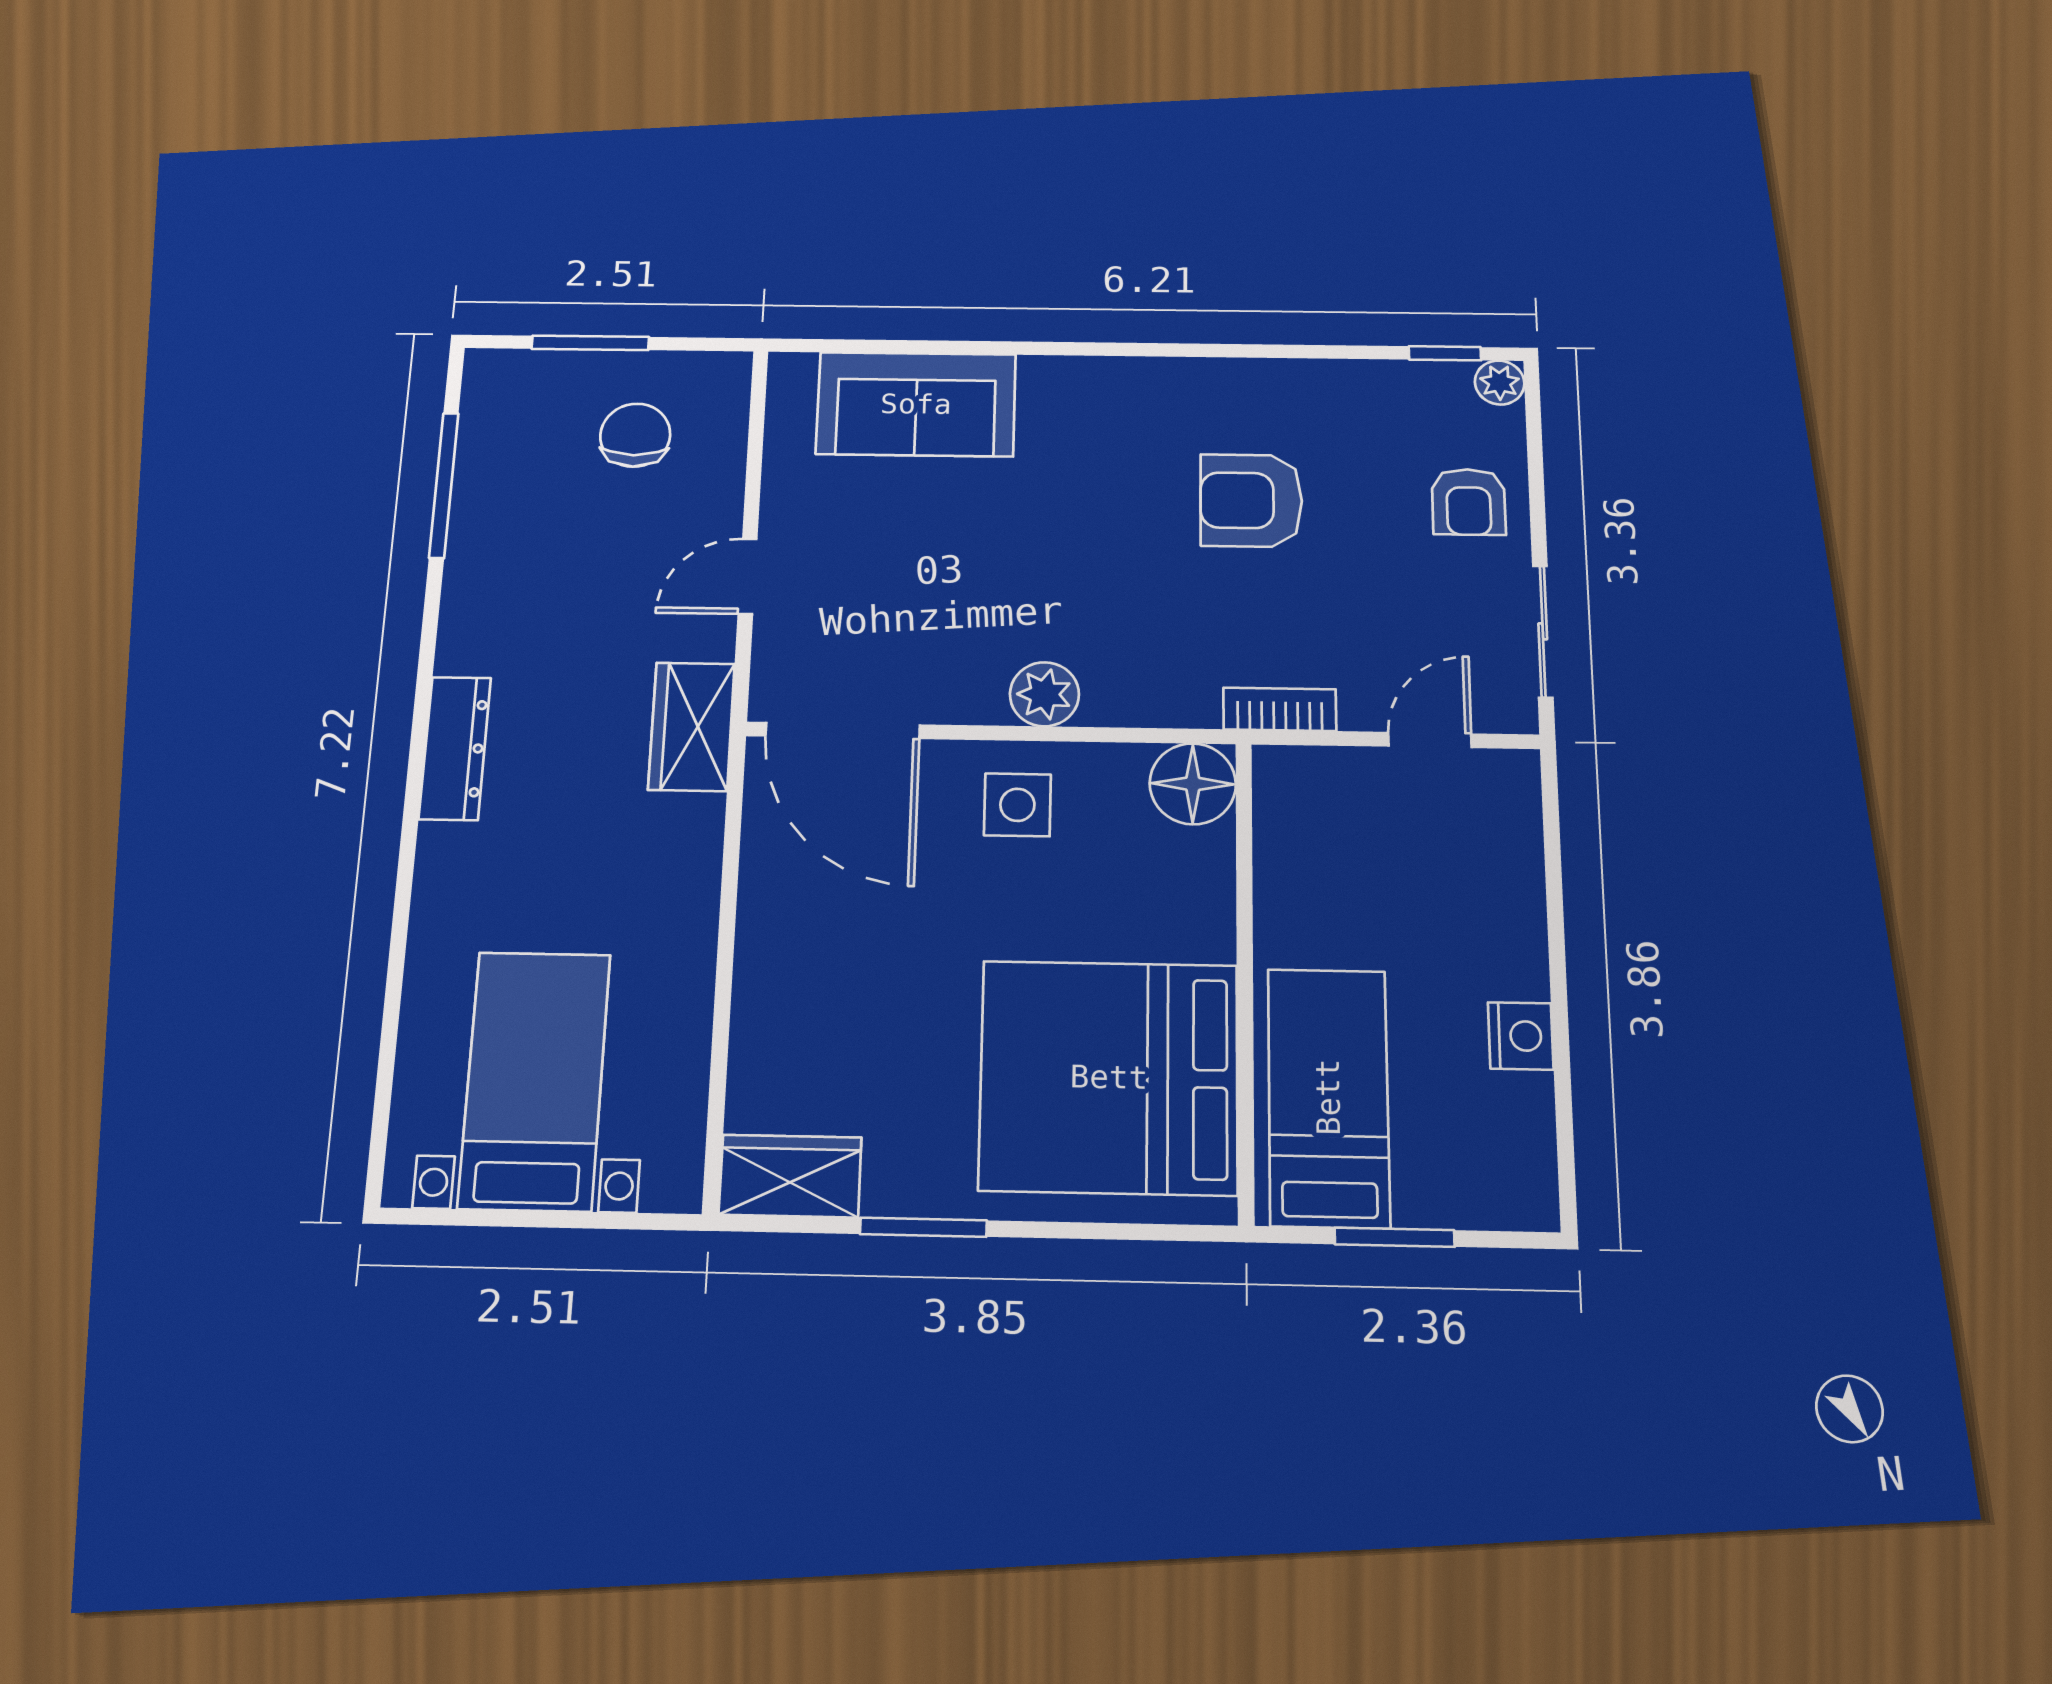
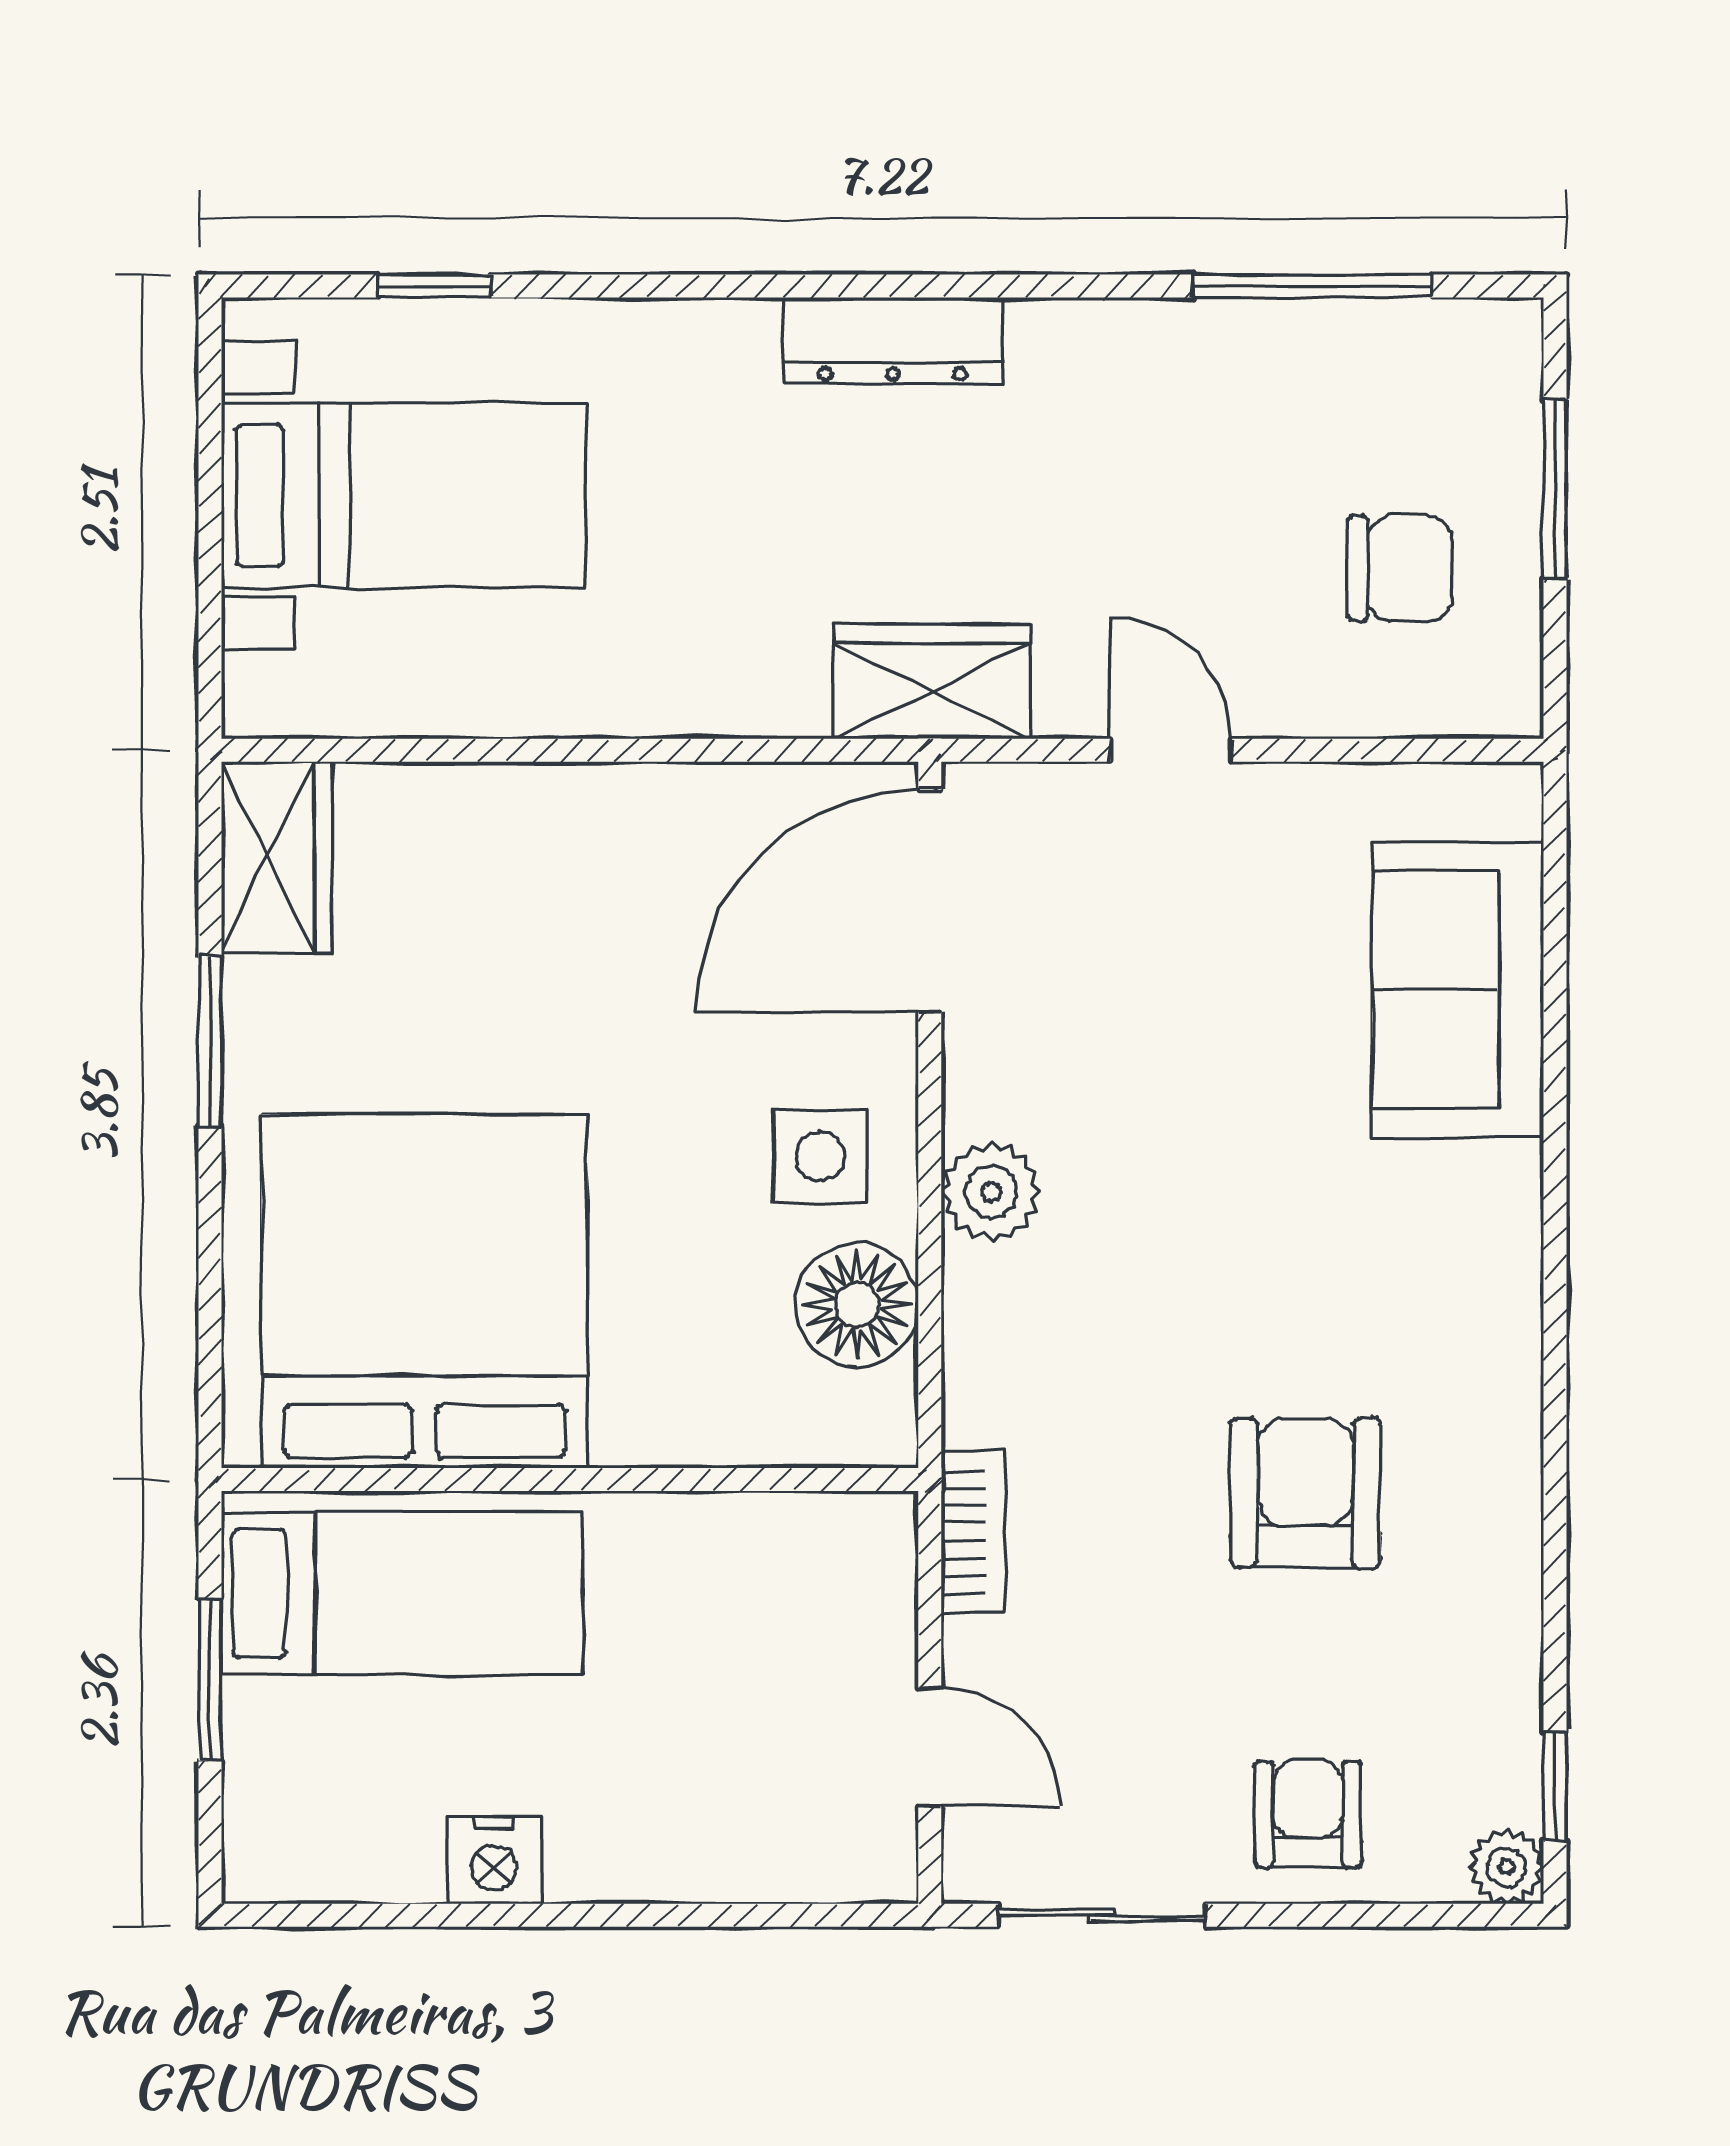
armchair: (1469, 502) -> (1308, 1814), turned 90
floor lamp: (1193, 784) -> (857, 1305), moved
window: (387, 1056) -> (434, 286), added

